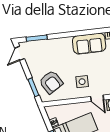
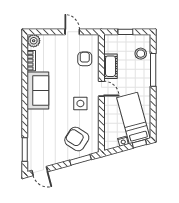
armchair: (51, 82) -> (77, 139), turned -115
door: (97, 98) -> (101, 89), hinge flipped

